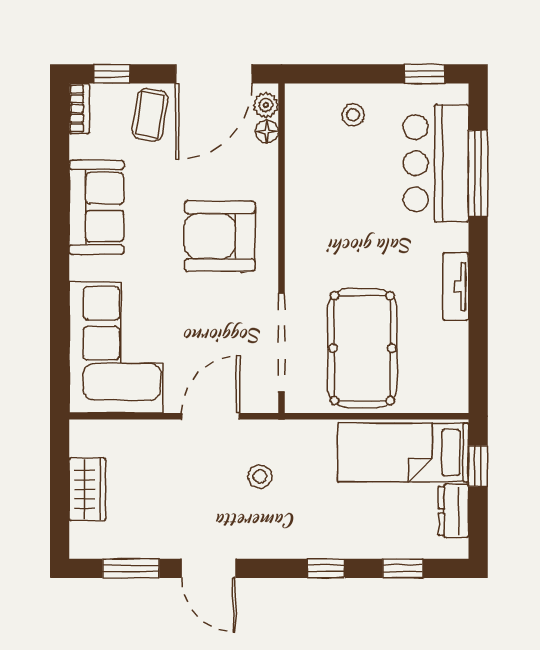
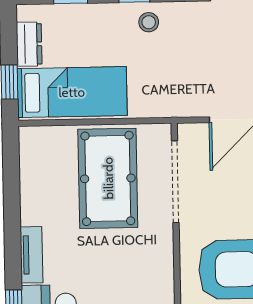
tv unit: (456, 286) -> (31, 255), moved
stool: (260, 476) -> (149, 22), moved

